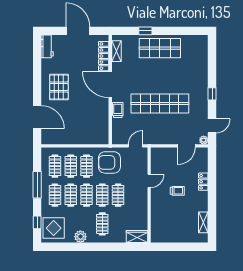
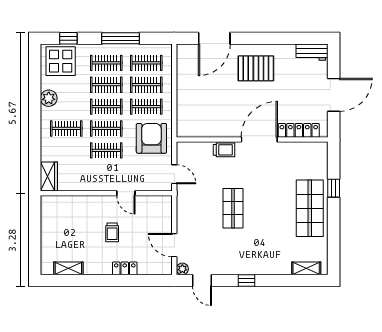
shelving: (116, 51) -> (306, 268), moved
shop shelf: (160, 104) -> (233, 208), width x0.50, depth x0.74

